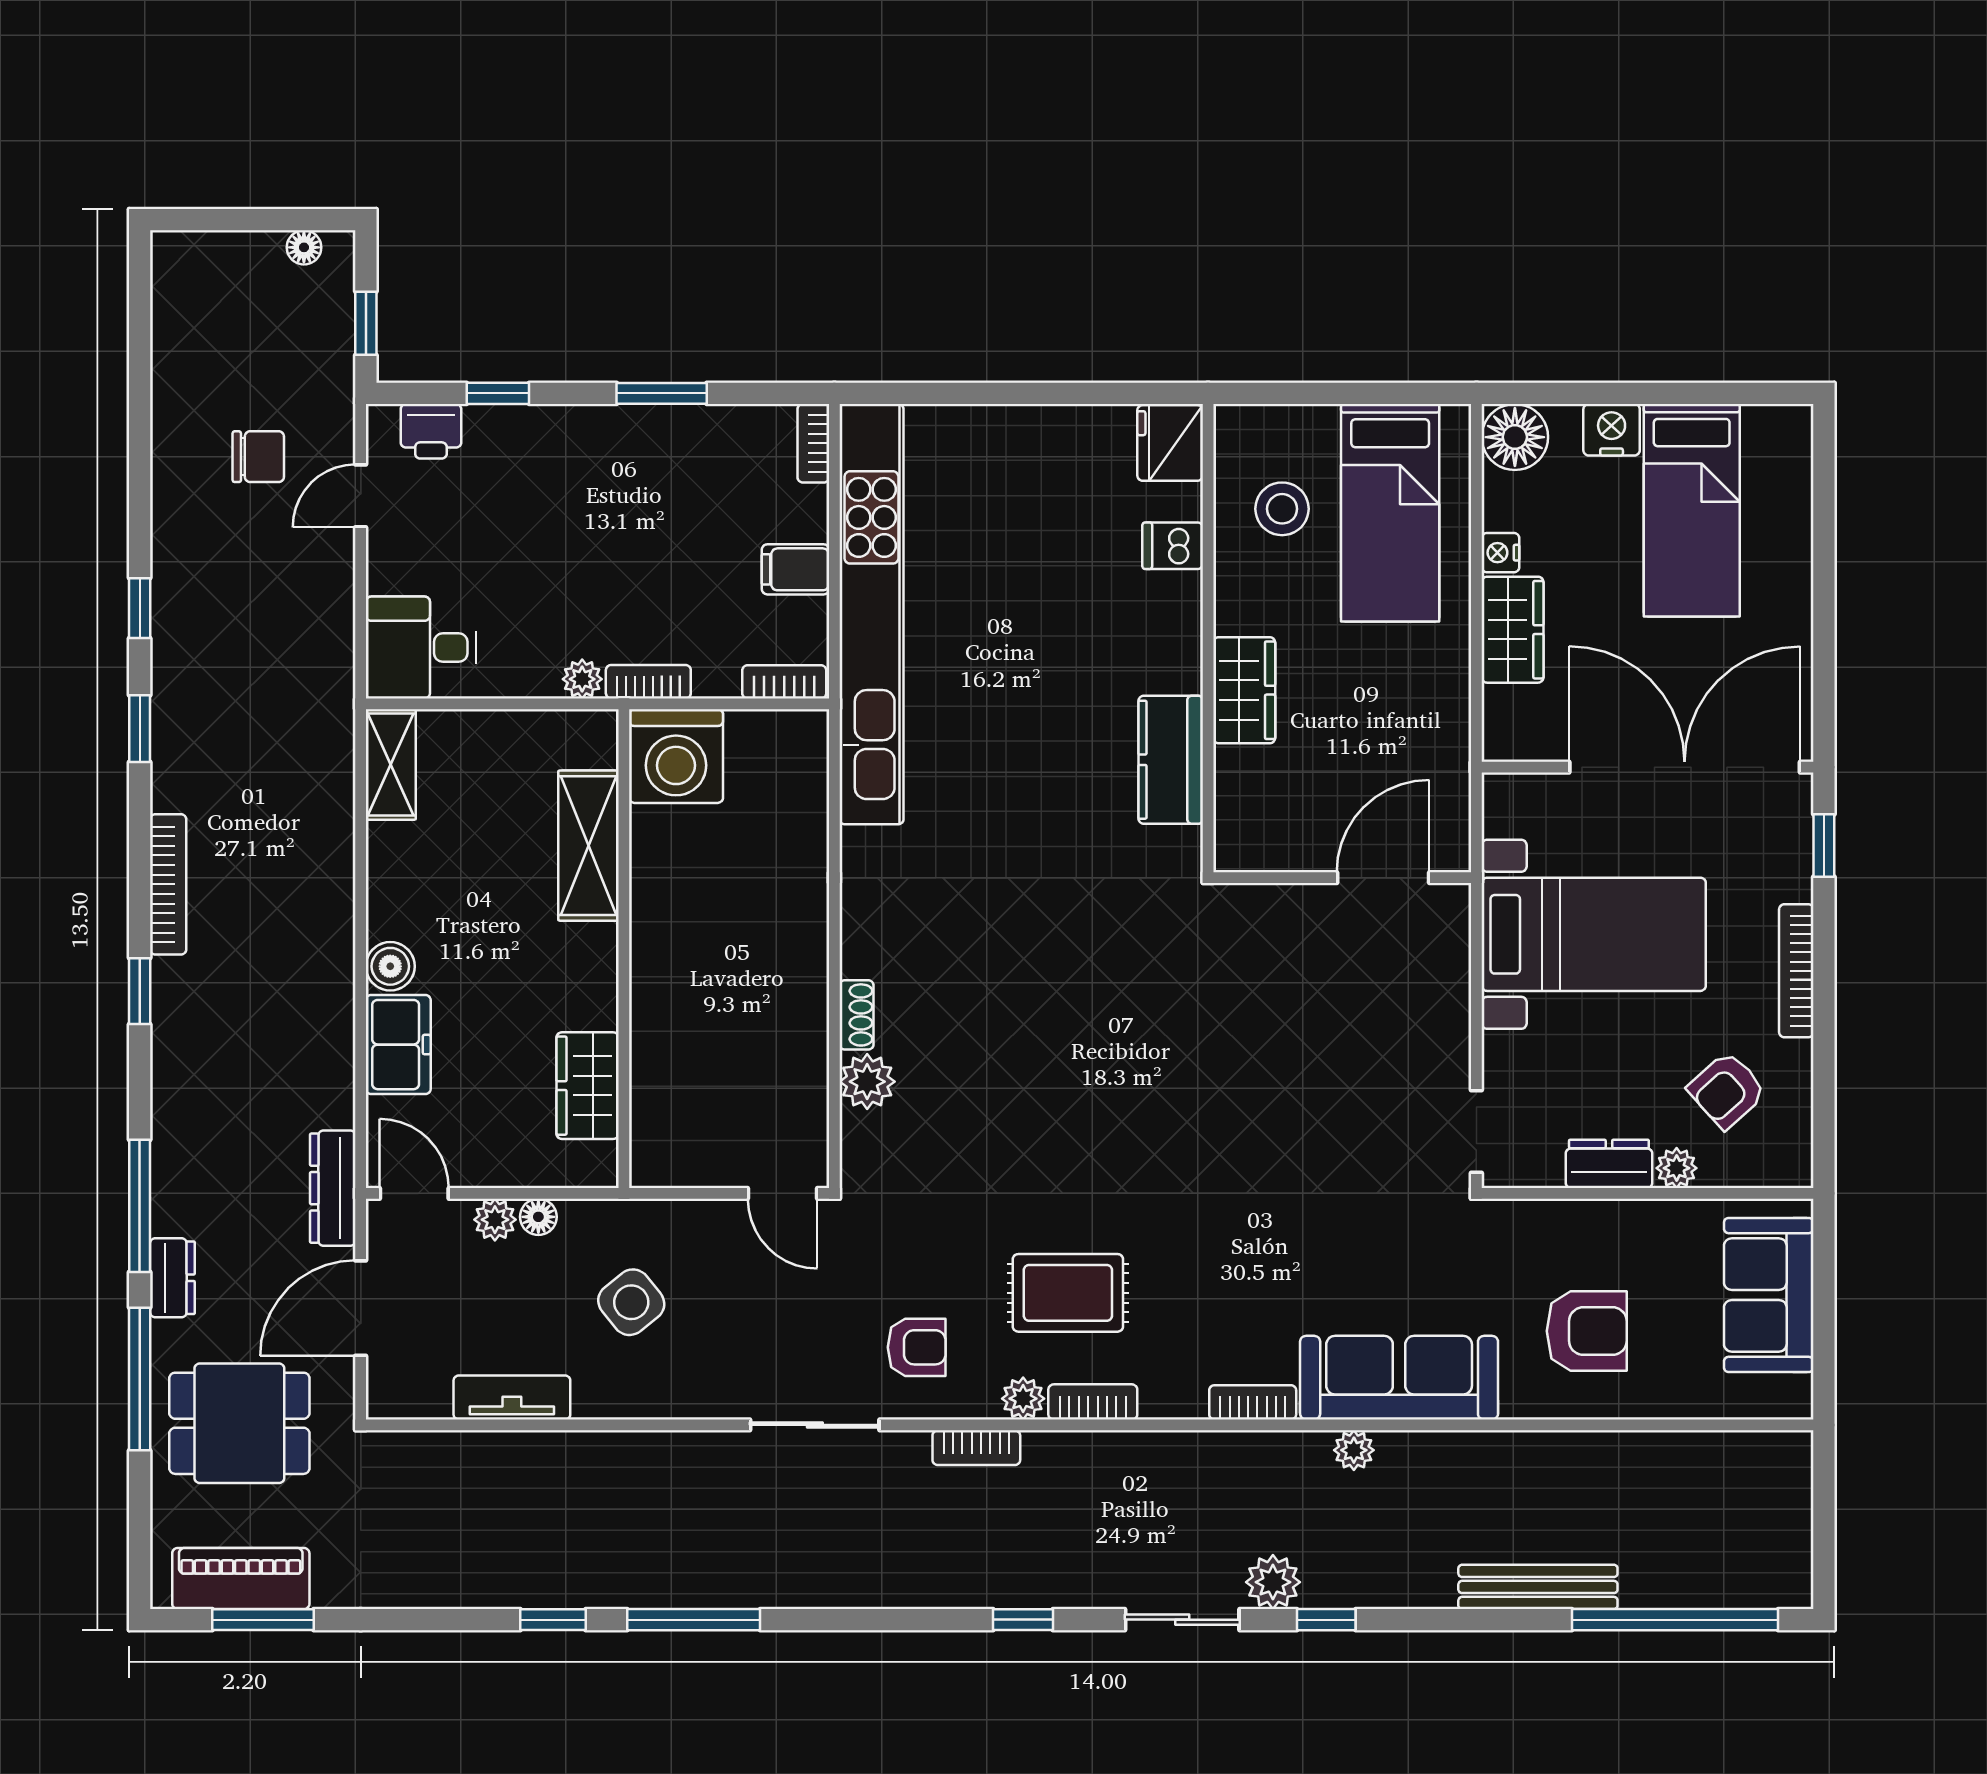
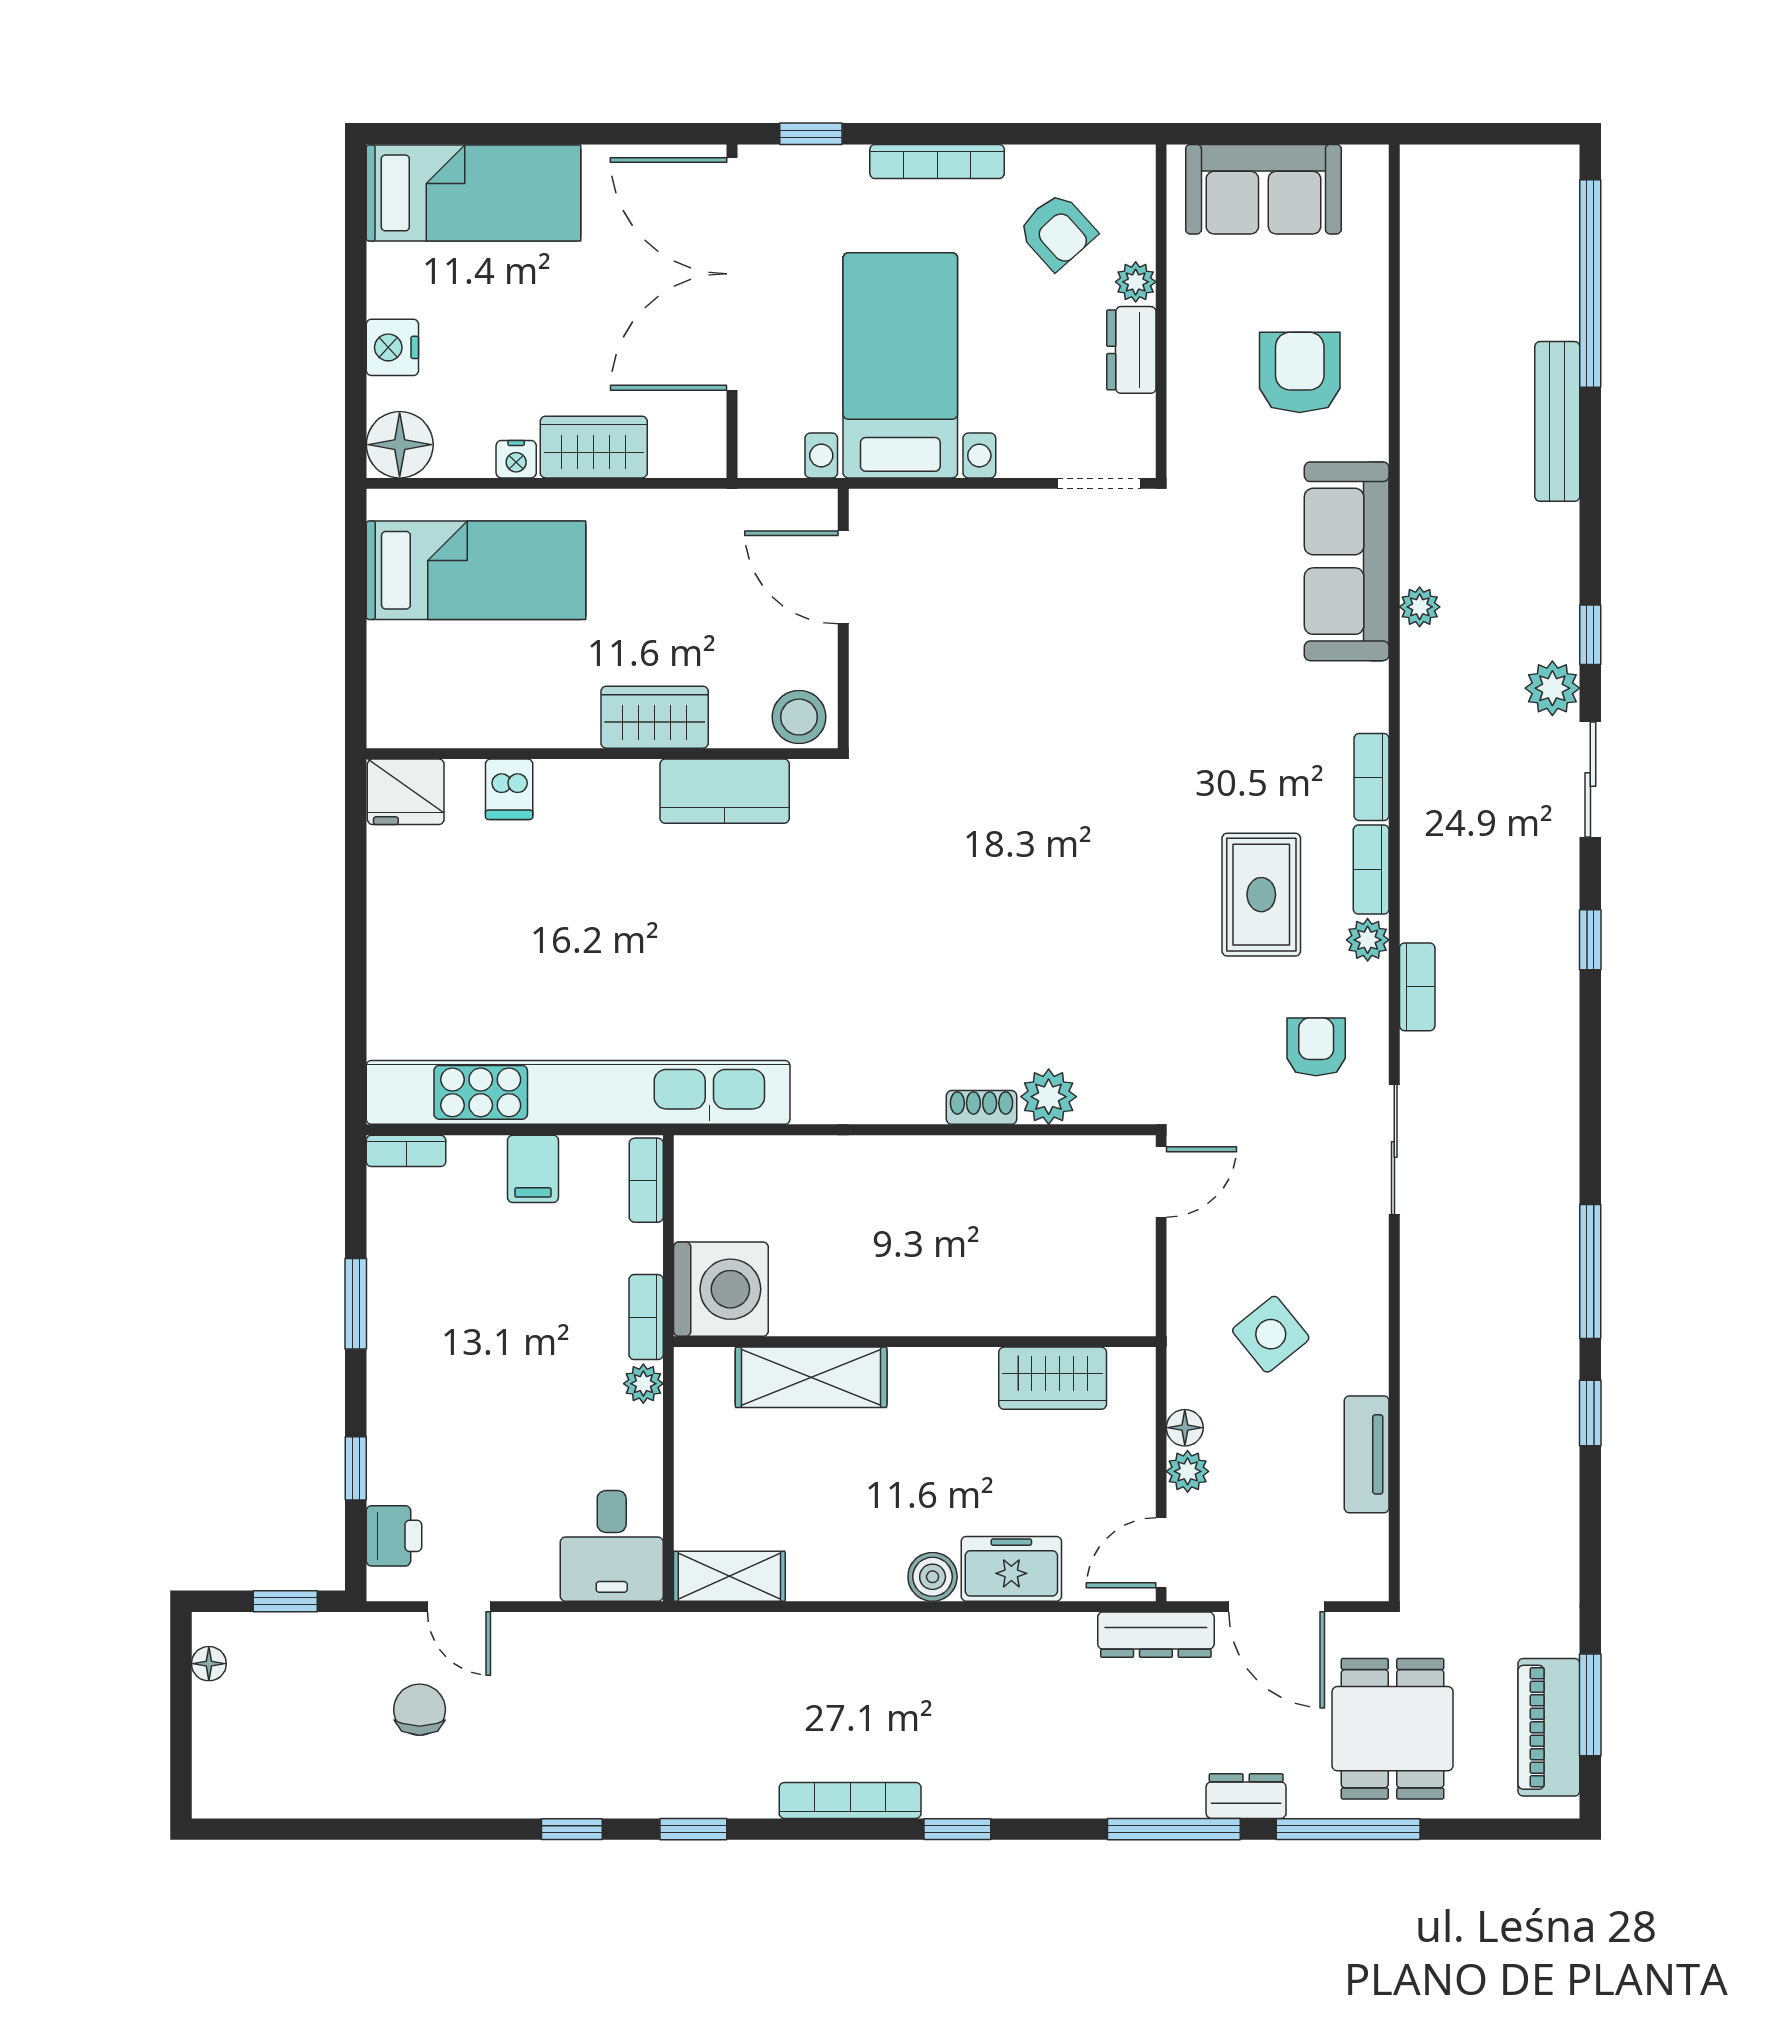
stool: (1282, 509) -> (799, 717), moved
bed: (1692, 510) -> (473, 193), moved
bookcase: (1253, 1402) -> (1372, 777), moved

